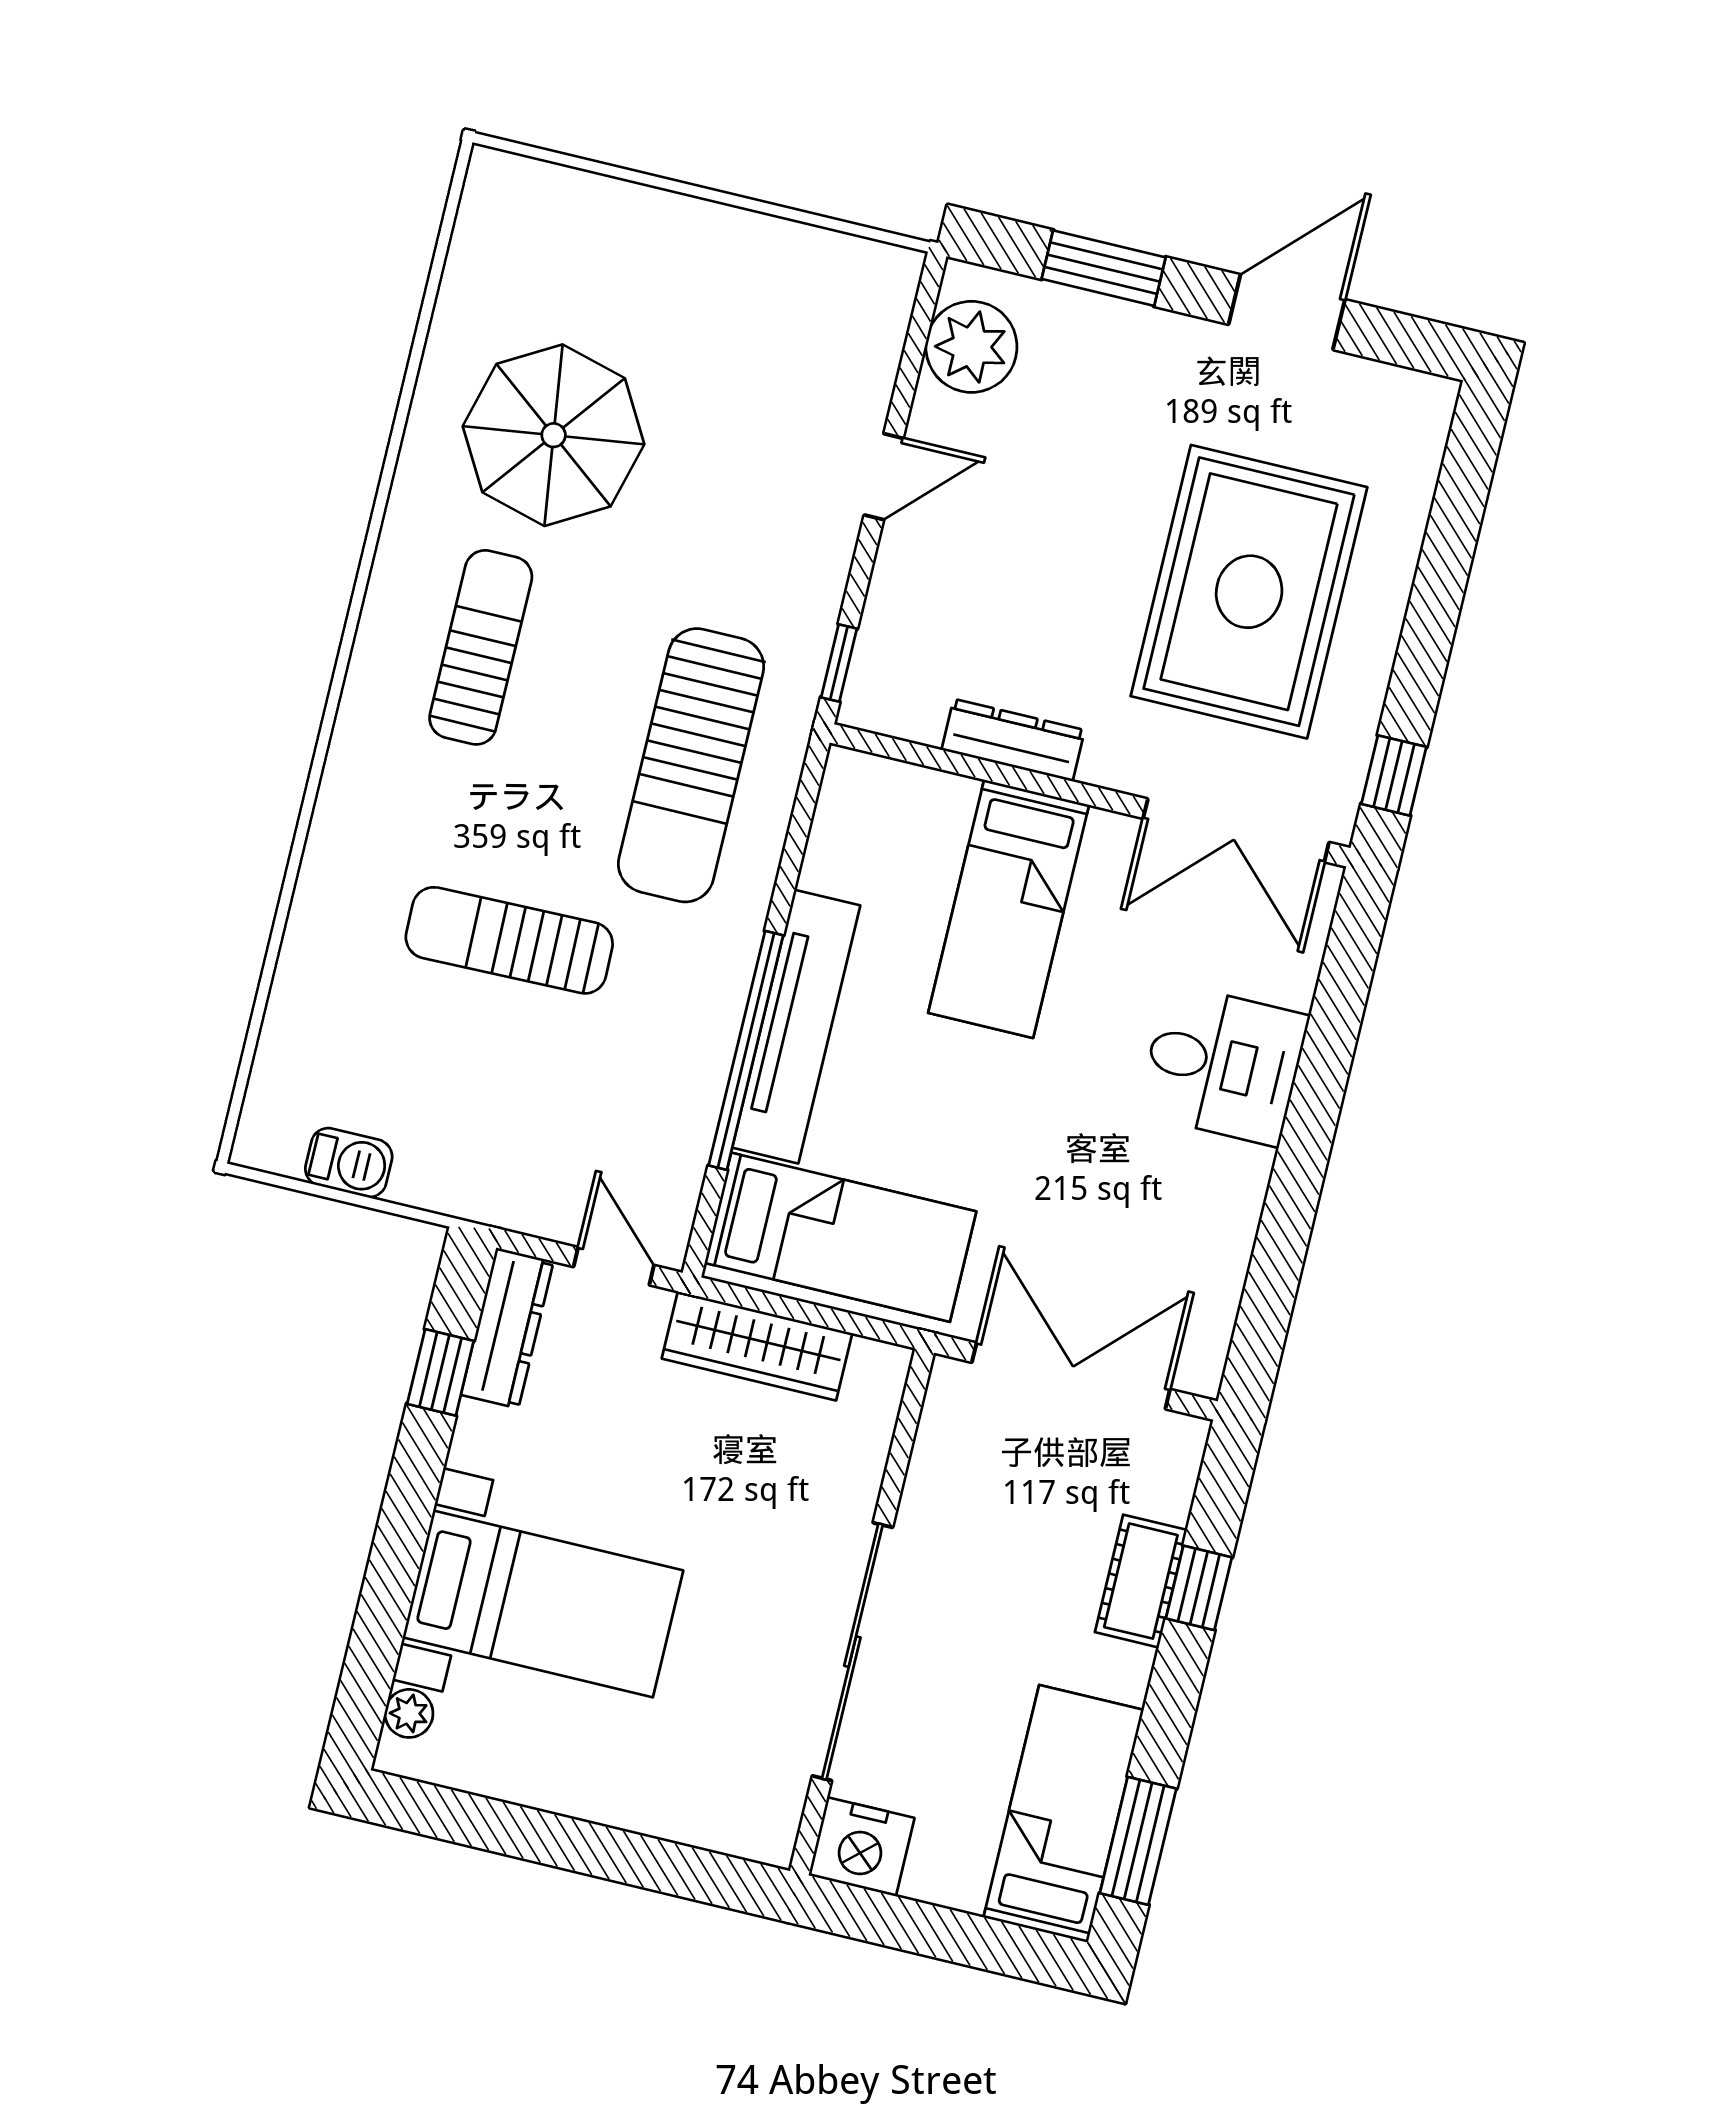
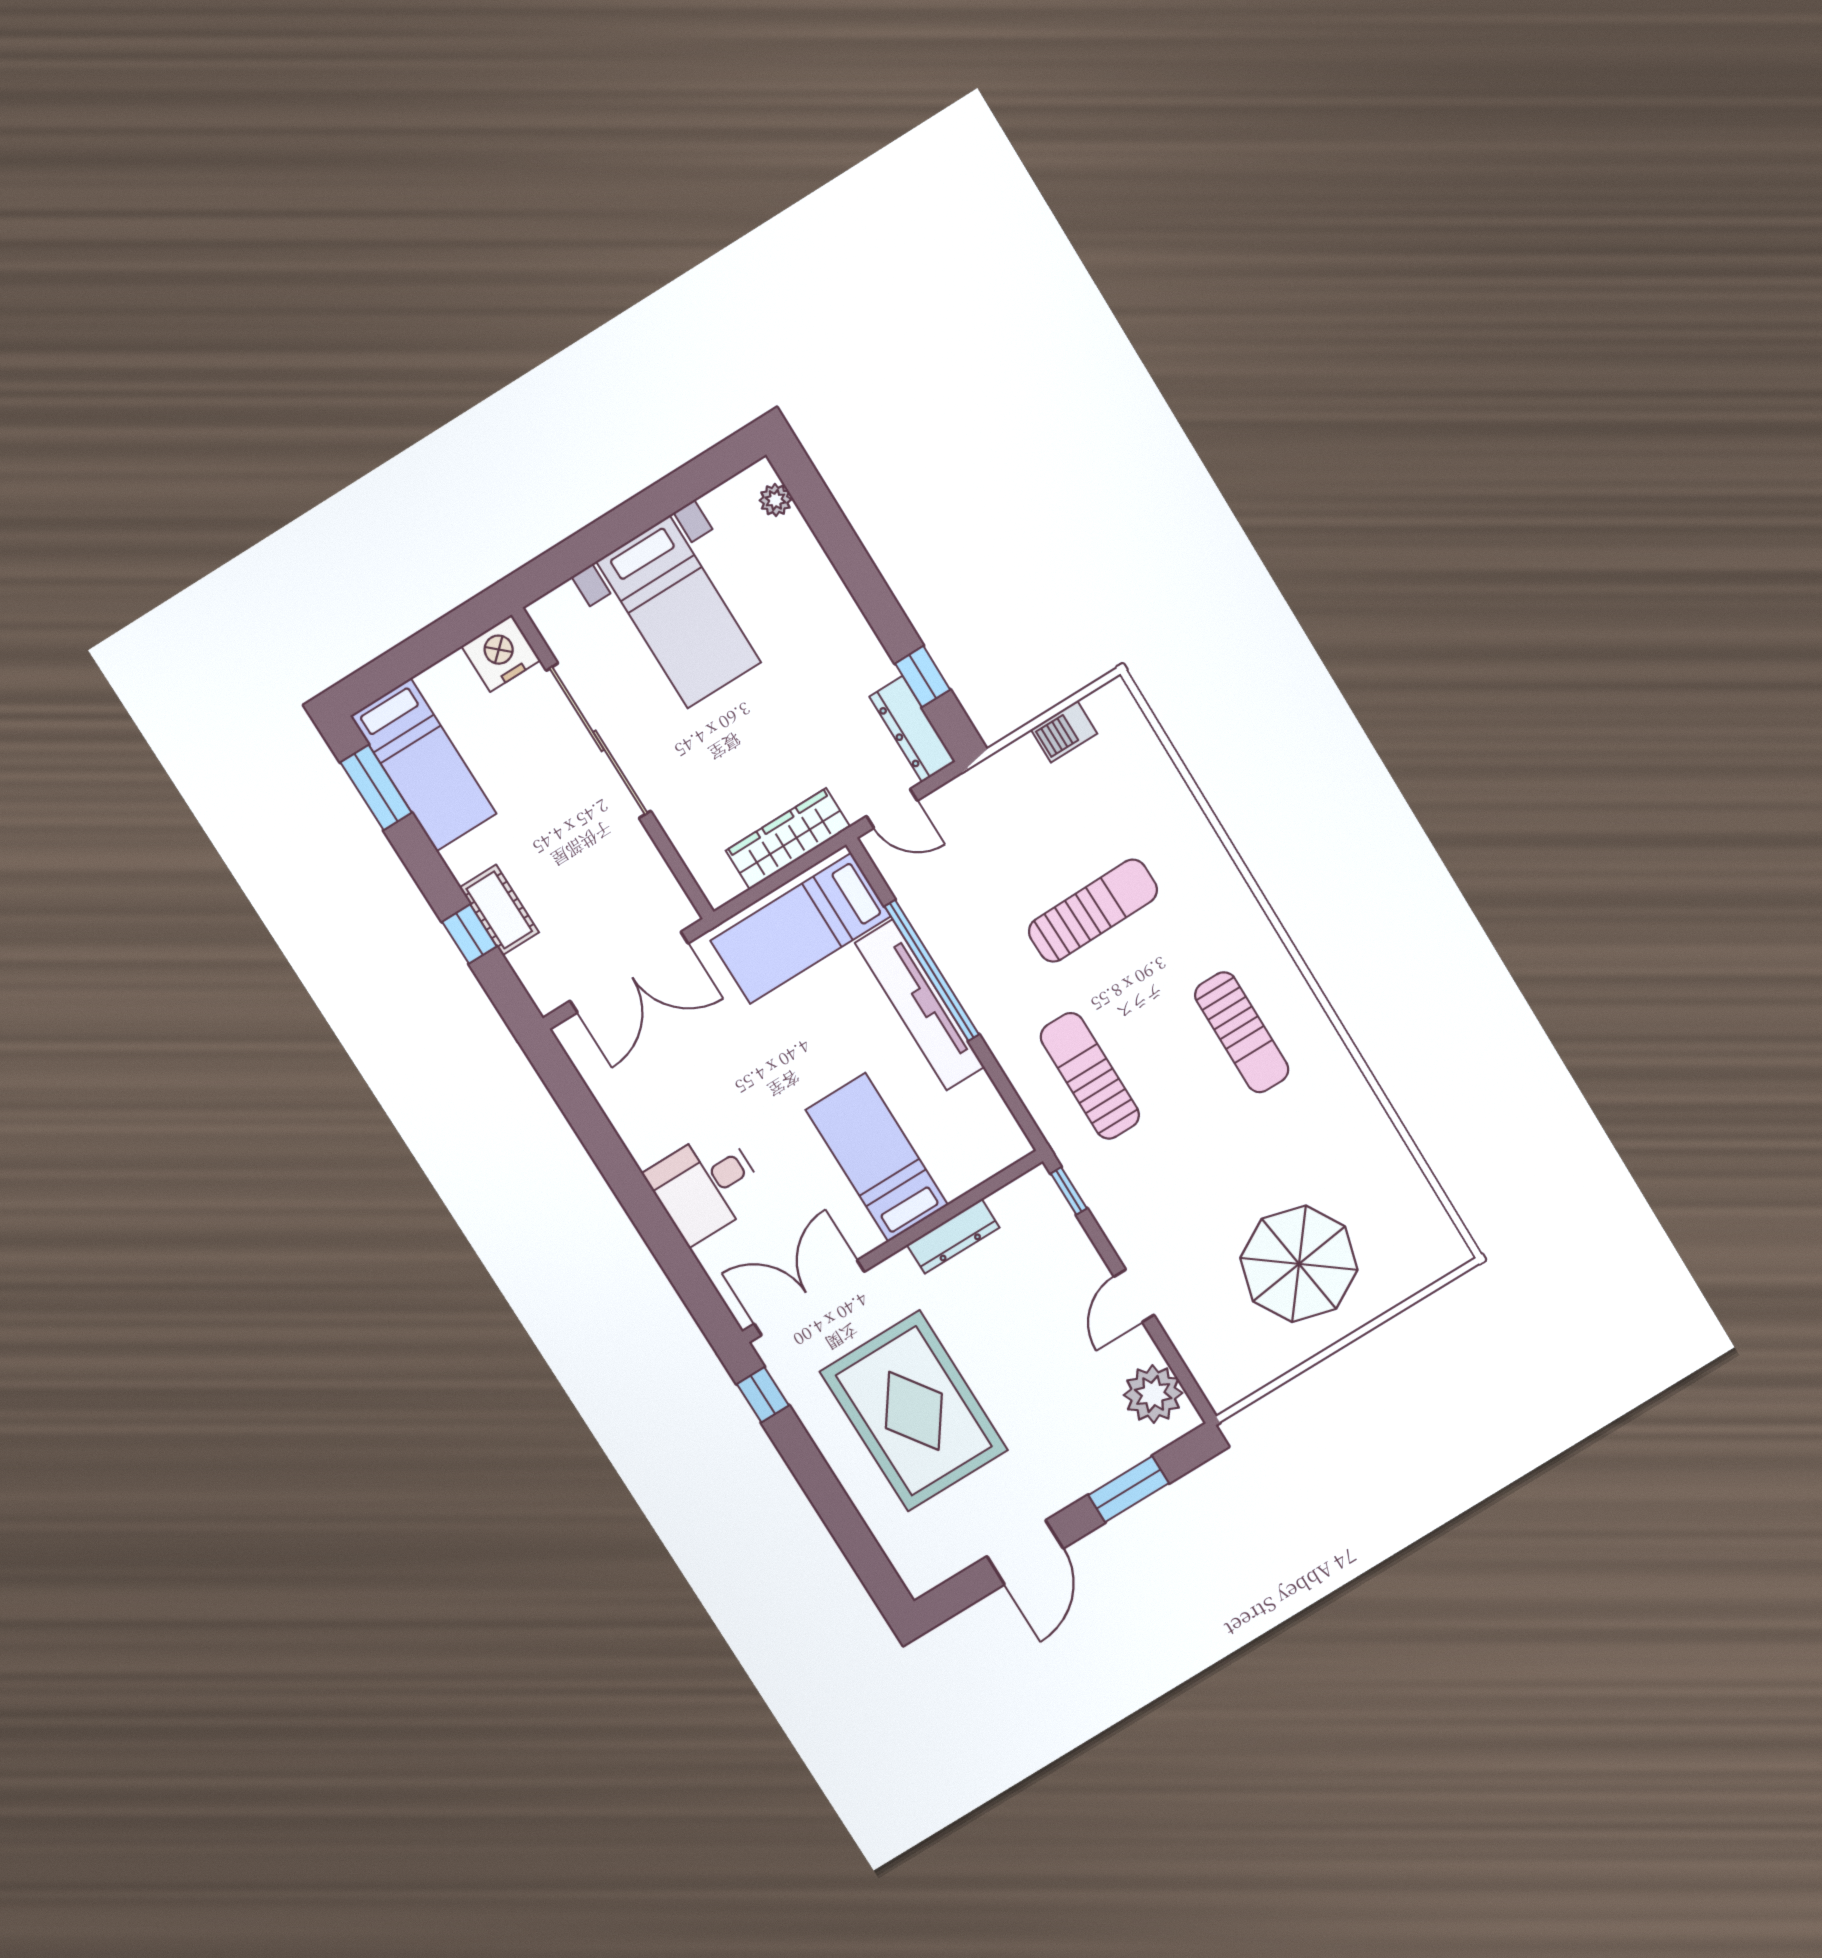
parasol: (554, 435) -> (1299, 1264), moved
sun lounger: (691, 765) -> (1090, 1076), width x0.73, depth x0.75
bed with nightstands: (543, 1604) -> (679, 612), moved, turned -90

